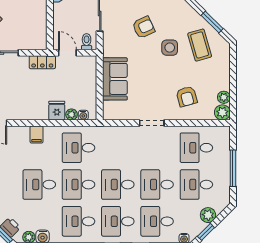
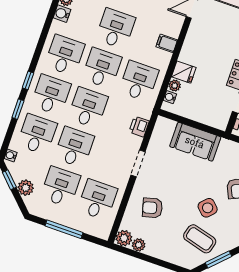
coffee table: (200, 45) -> (200, 239), turned 31
side table: (170, 48) -> (208, 208), turned 45
printer: (119, 133) -> (139, 127), added

